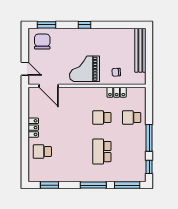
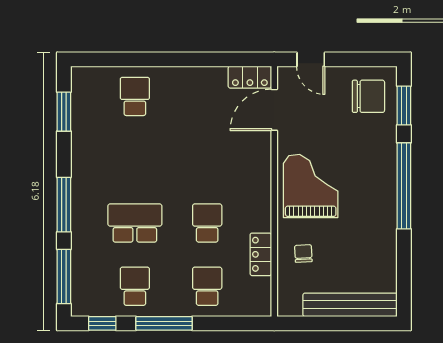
window: (84, 25) -> (404, 186), width x3.17
door: (25, 69) -> (311, 59), hinge flipped
locker: (33, 128) -> (250, 77), moved
school desk: (132, 152) -> (135, 286), added

